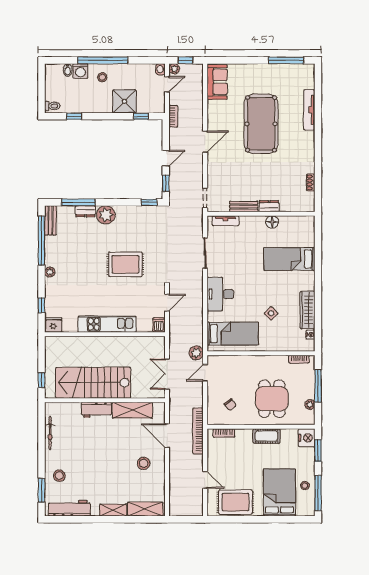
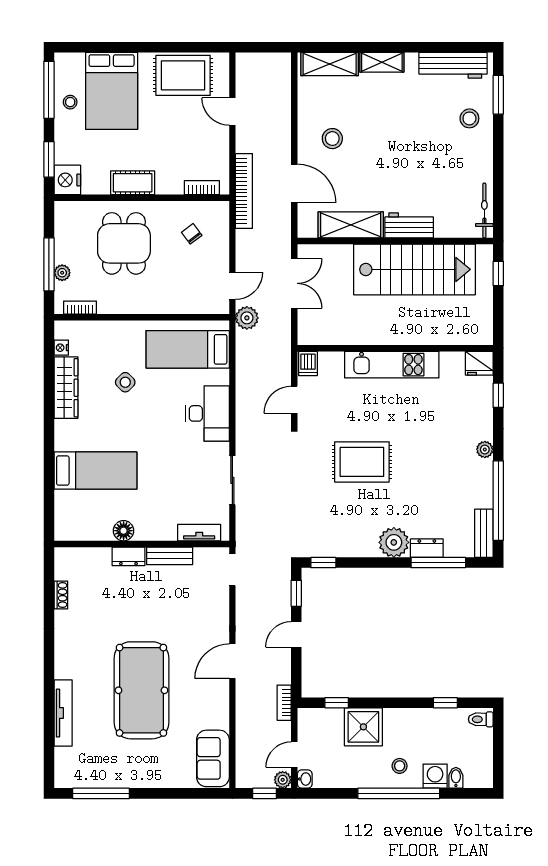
plant: (310, 405) -> (62, 273), moved
bicycle: (50, 433) -> (484, 211), moved

